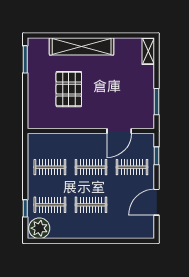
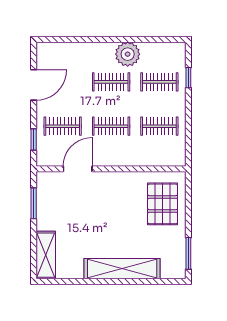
shelving: (148, 51) -> (46, 255), width x1.50, depth x1.33
pallet: (69, 89) -> (163, 204), moved
plant: (39, 228) -> (128, 54), moved

